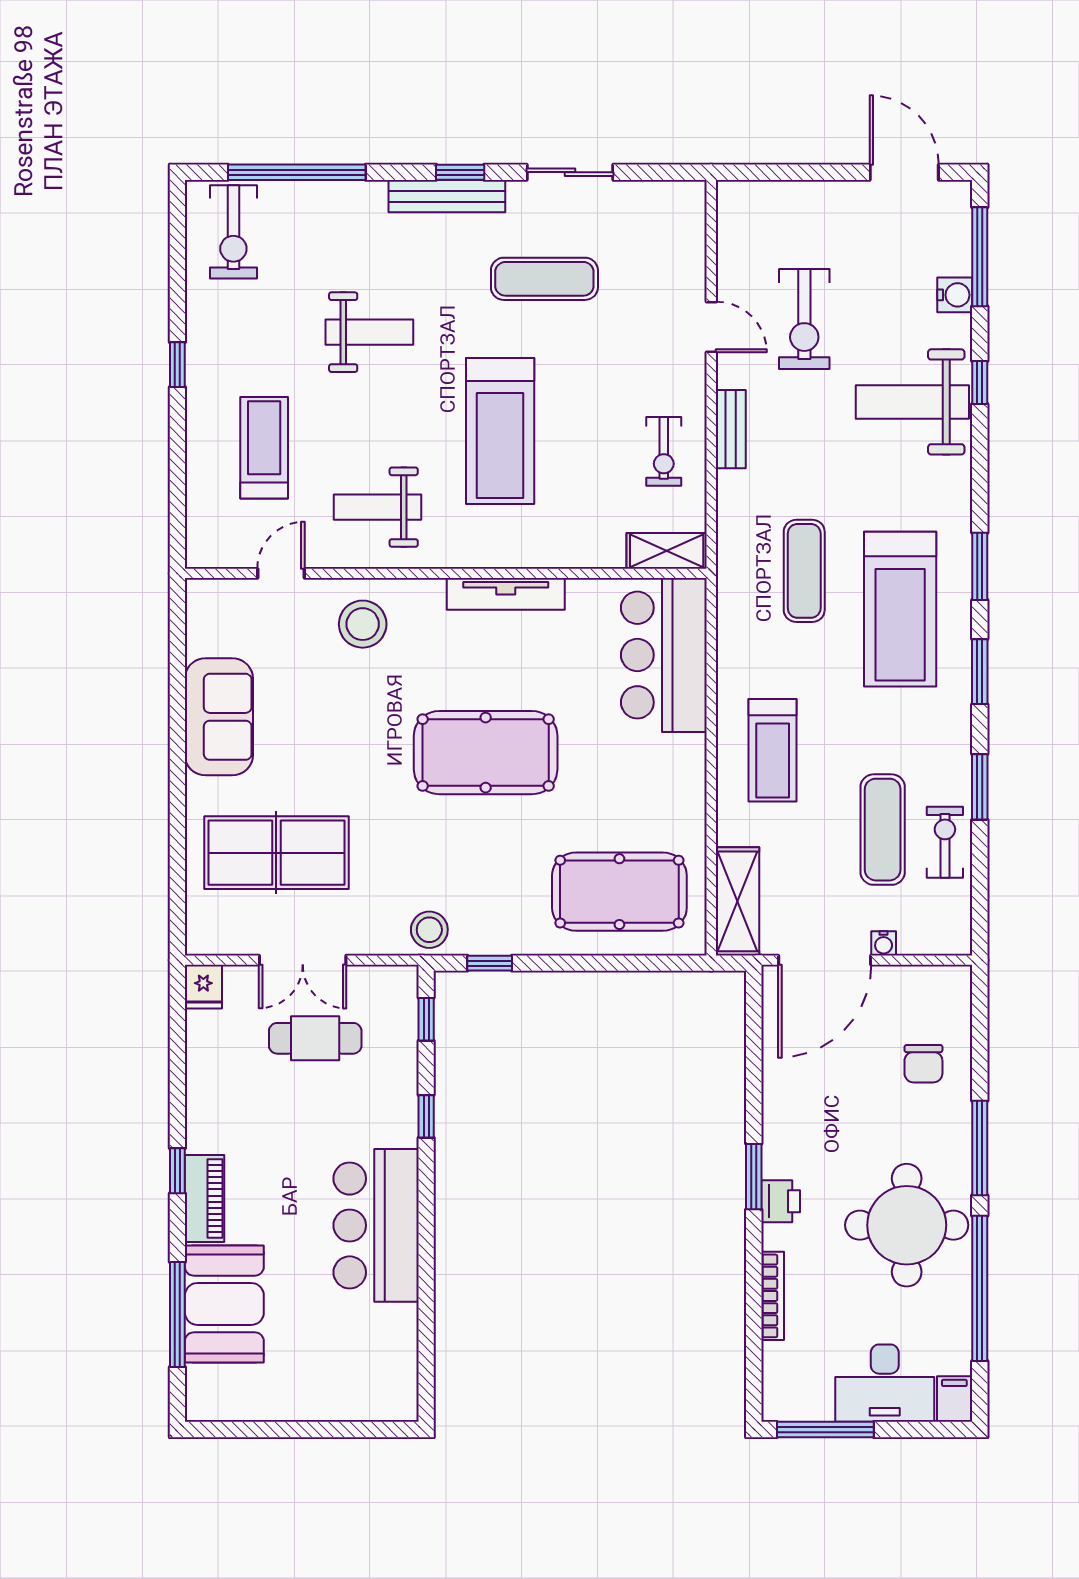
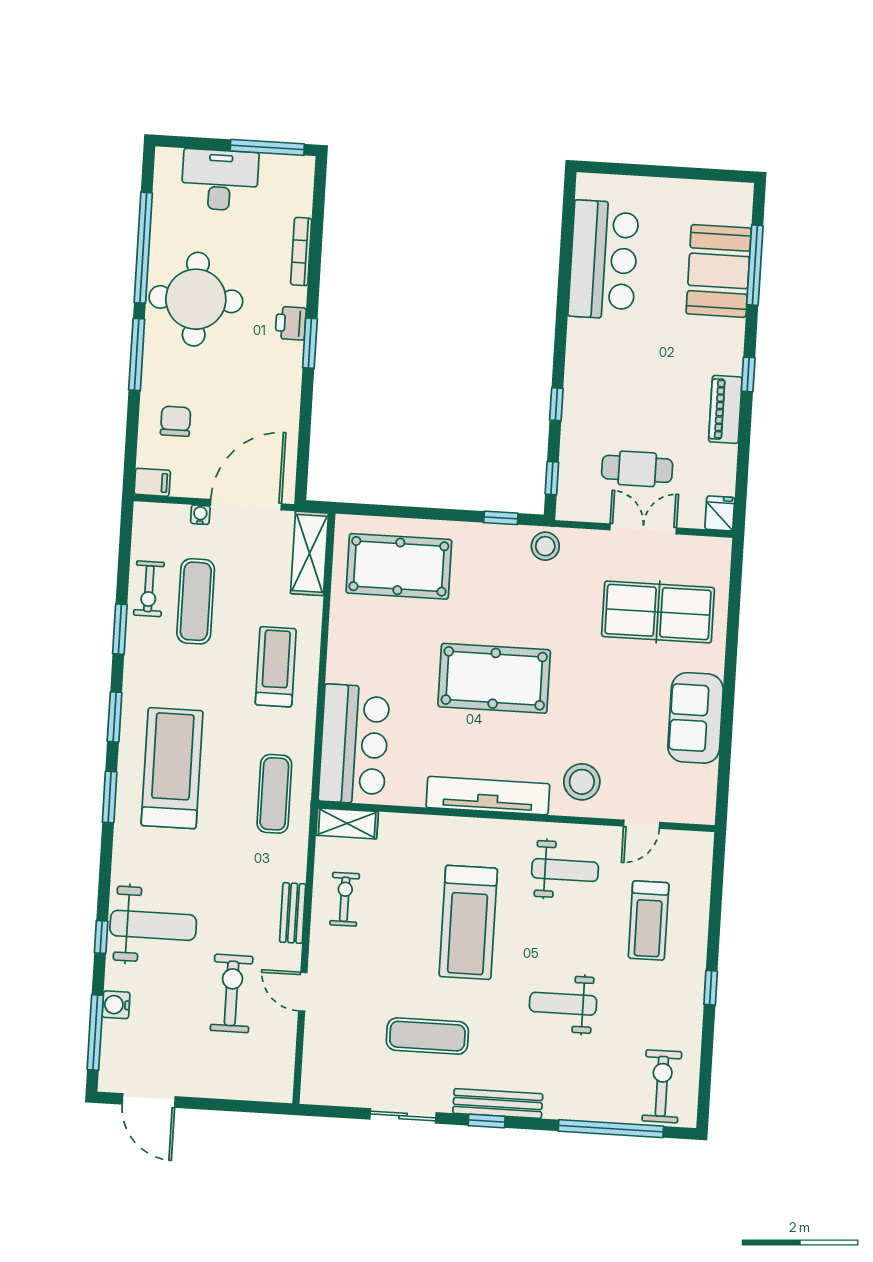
treadmill: (500, 431) -> (468, 922), turned 180
exercise mat: (804, 571) -> (274, 794), moved
tv unit: (506, 594) -> (488, 796), width x1.36, depth x1.29
piano: (204, 1199) -> (725, 409), moved
bar counter: (376, 1225) -> (603, 260), moved
filing cabinet: (954, 1399) -> (152, 482), moved, turned -90

